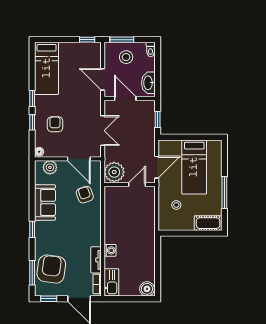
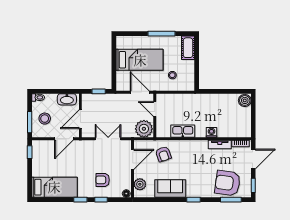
armchair: (85, 195) -> (163, 154), turned -90
kitchen sink: (111, 282) -> (183, 131), moved

